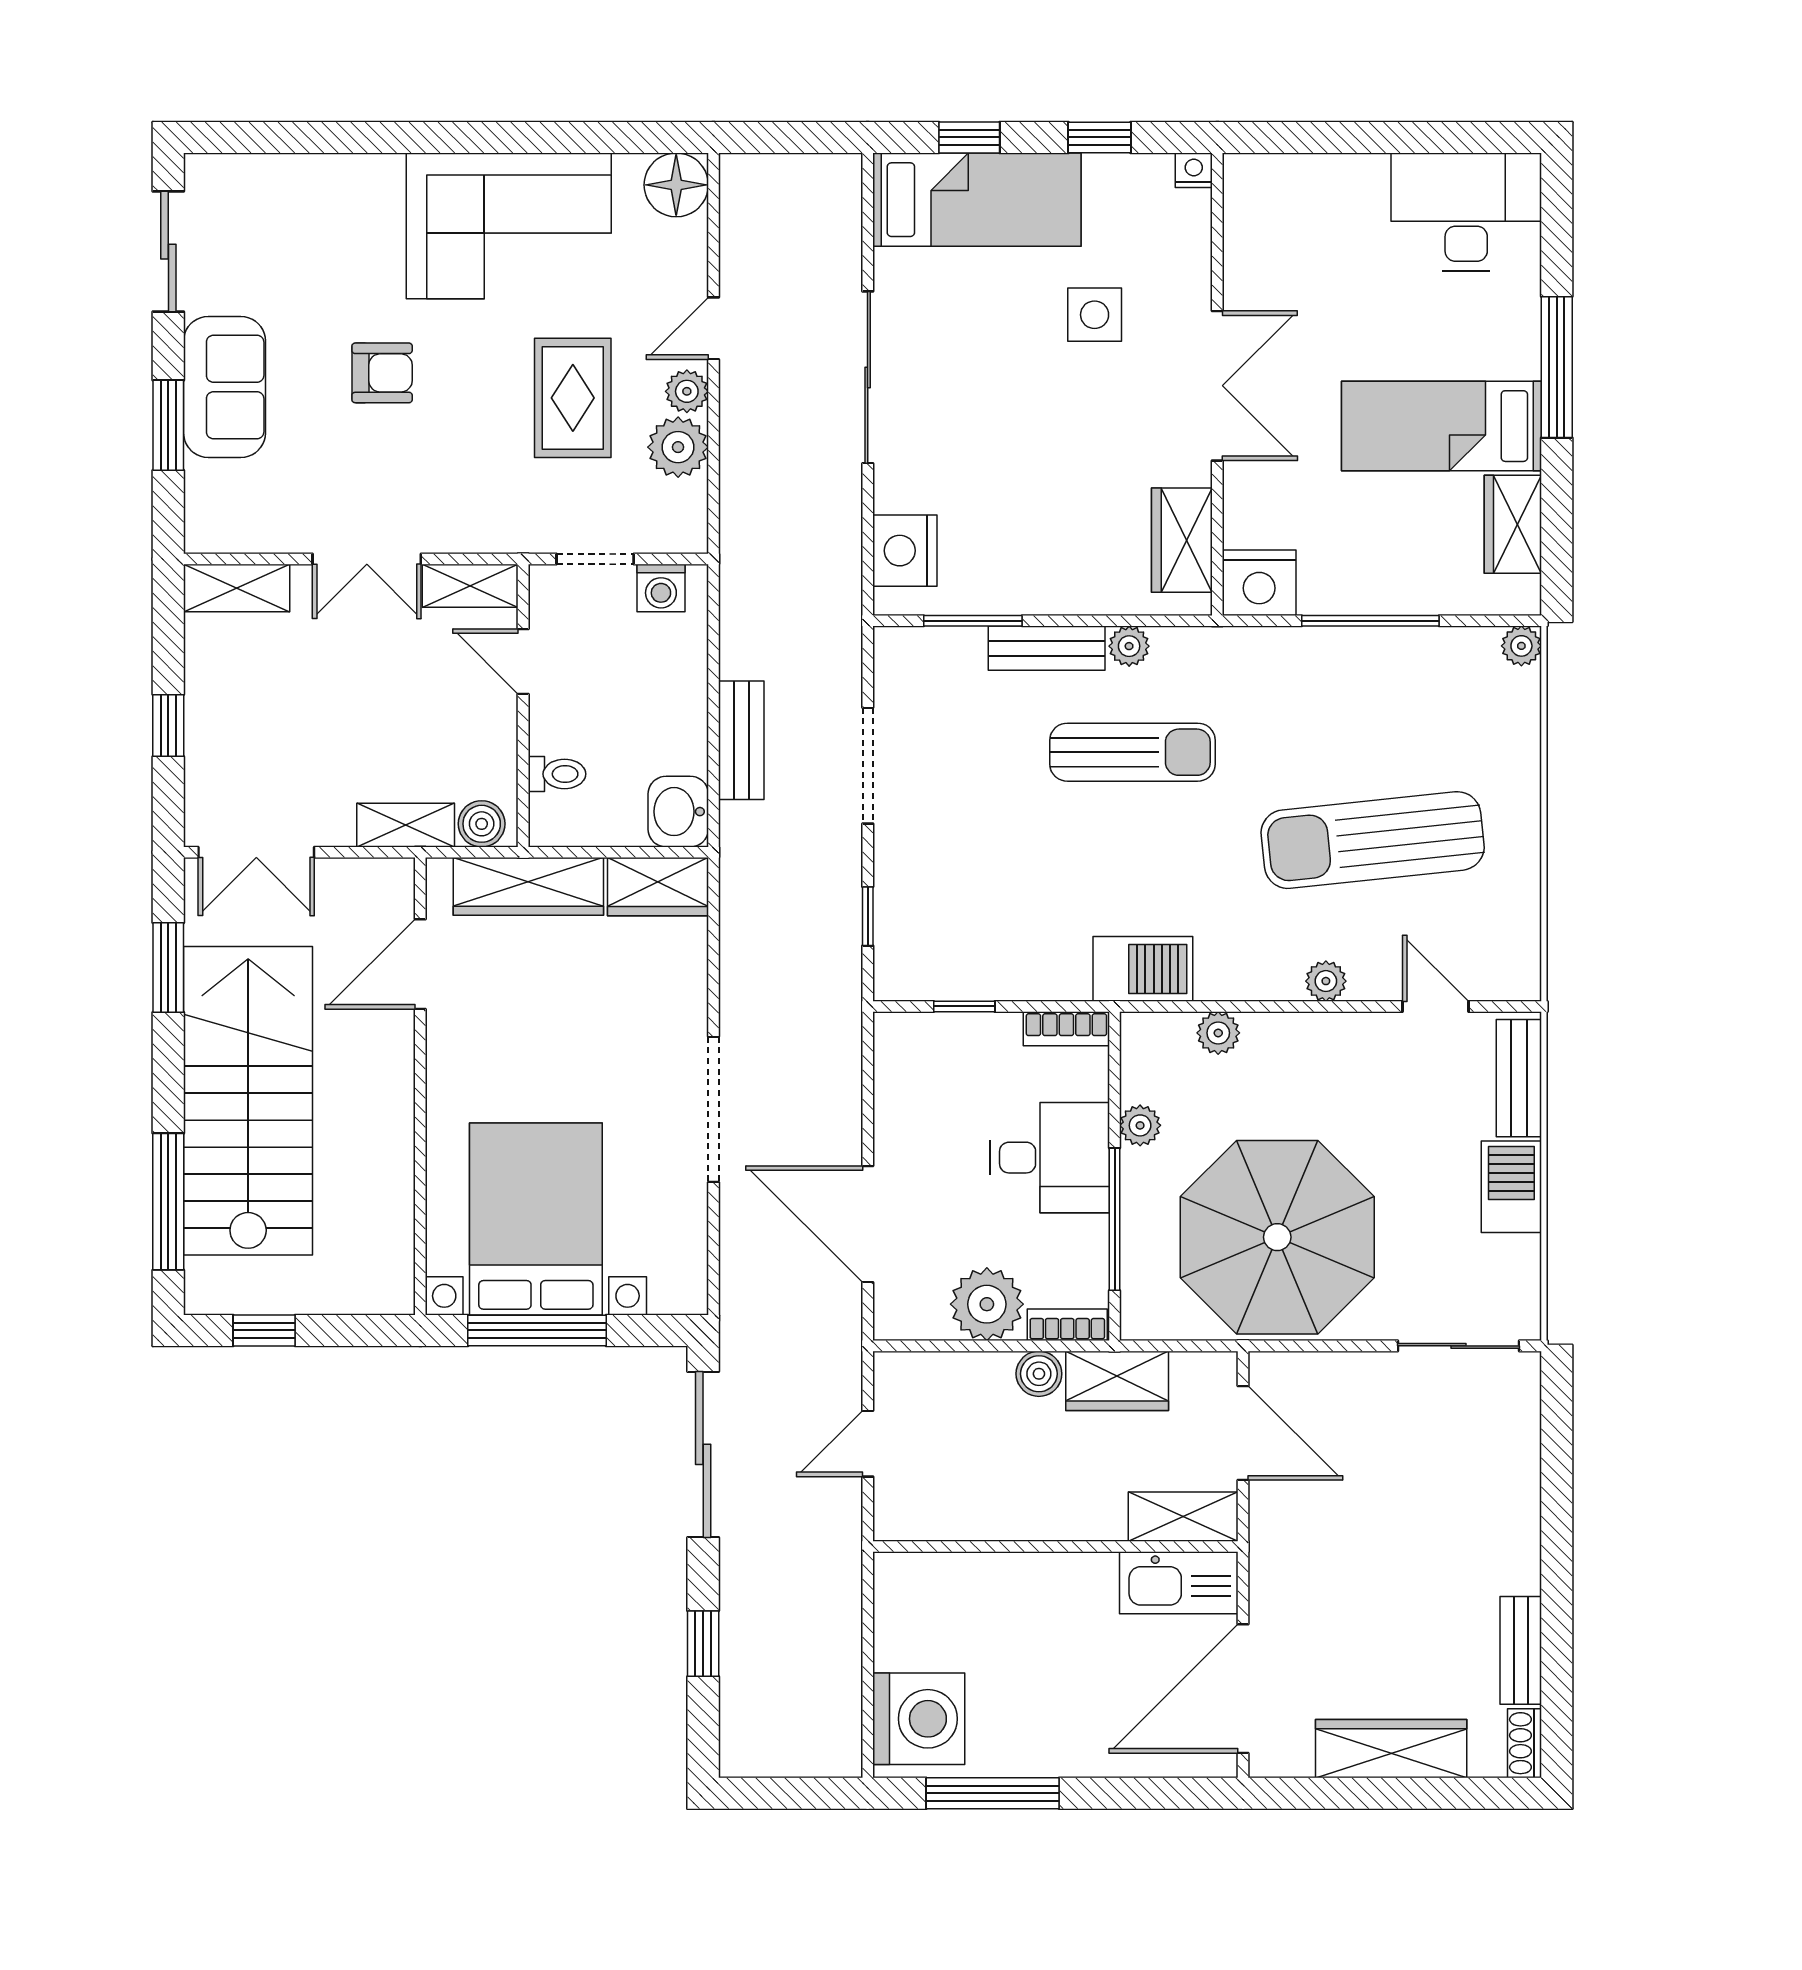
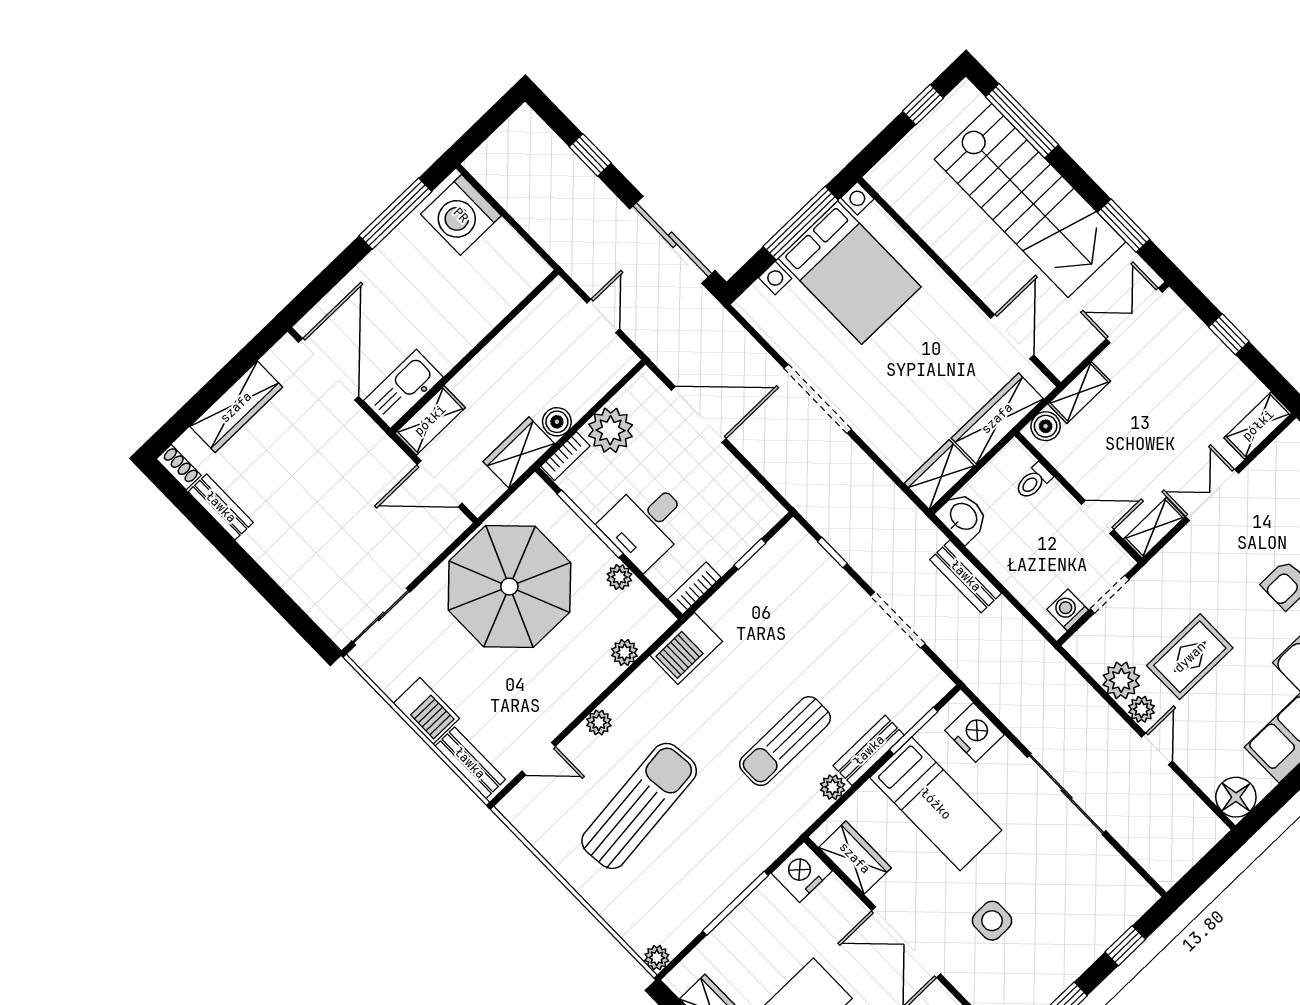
bed: (977, 200) -> (936, 804), moved, turned -90
rug: (573, 398) -> (1190, 657), turned 90

